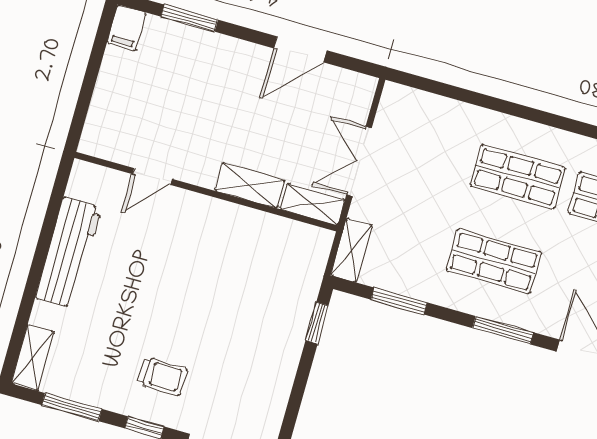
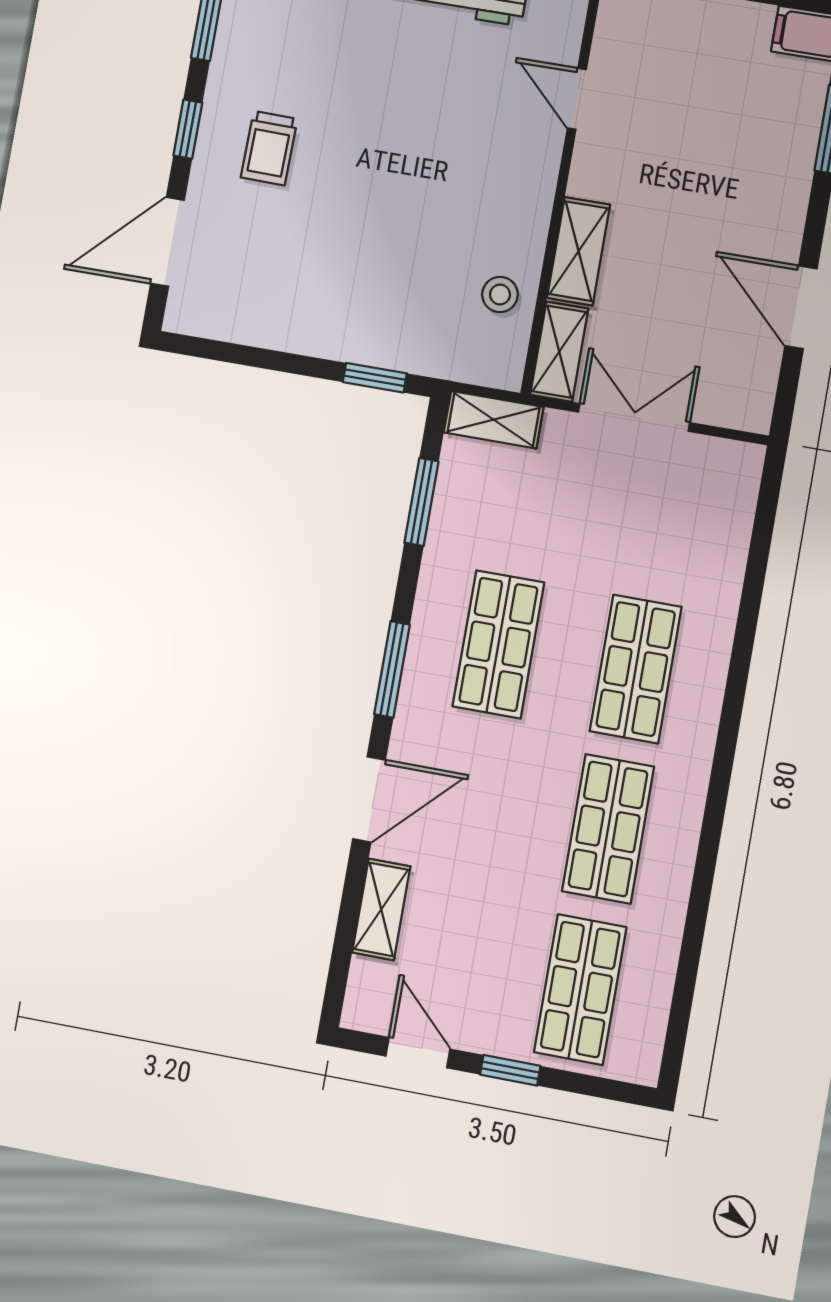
stool: (272, 238) -> (500, 295), added

